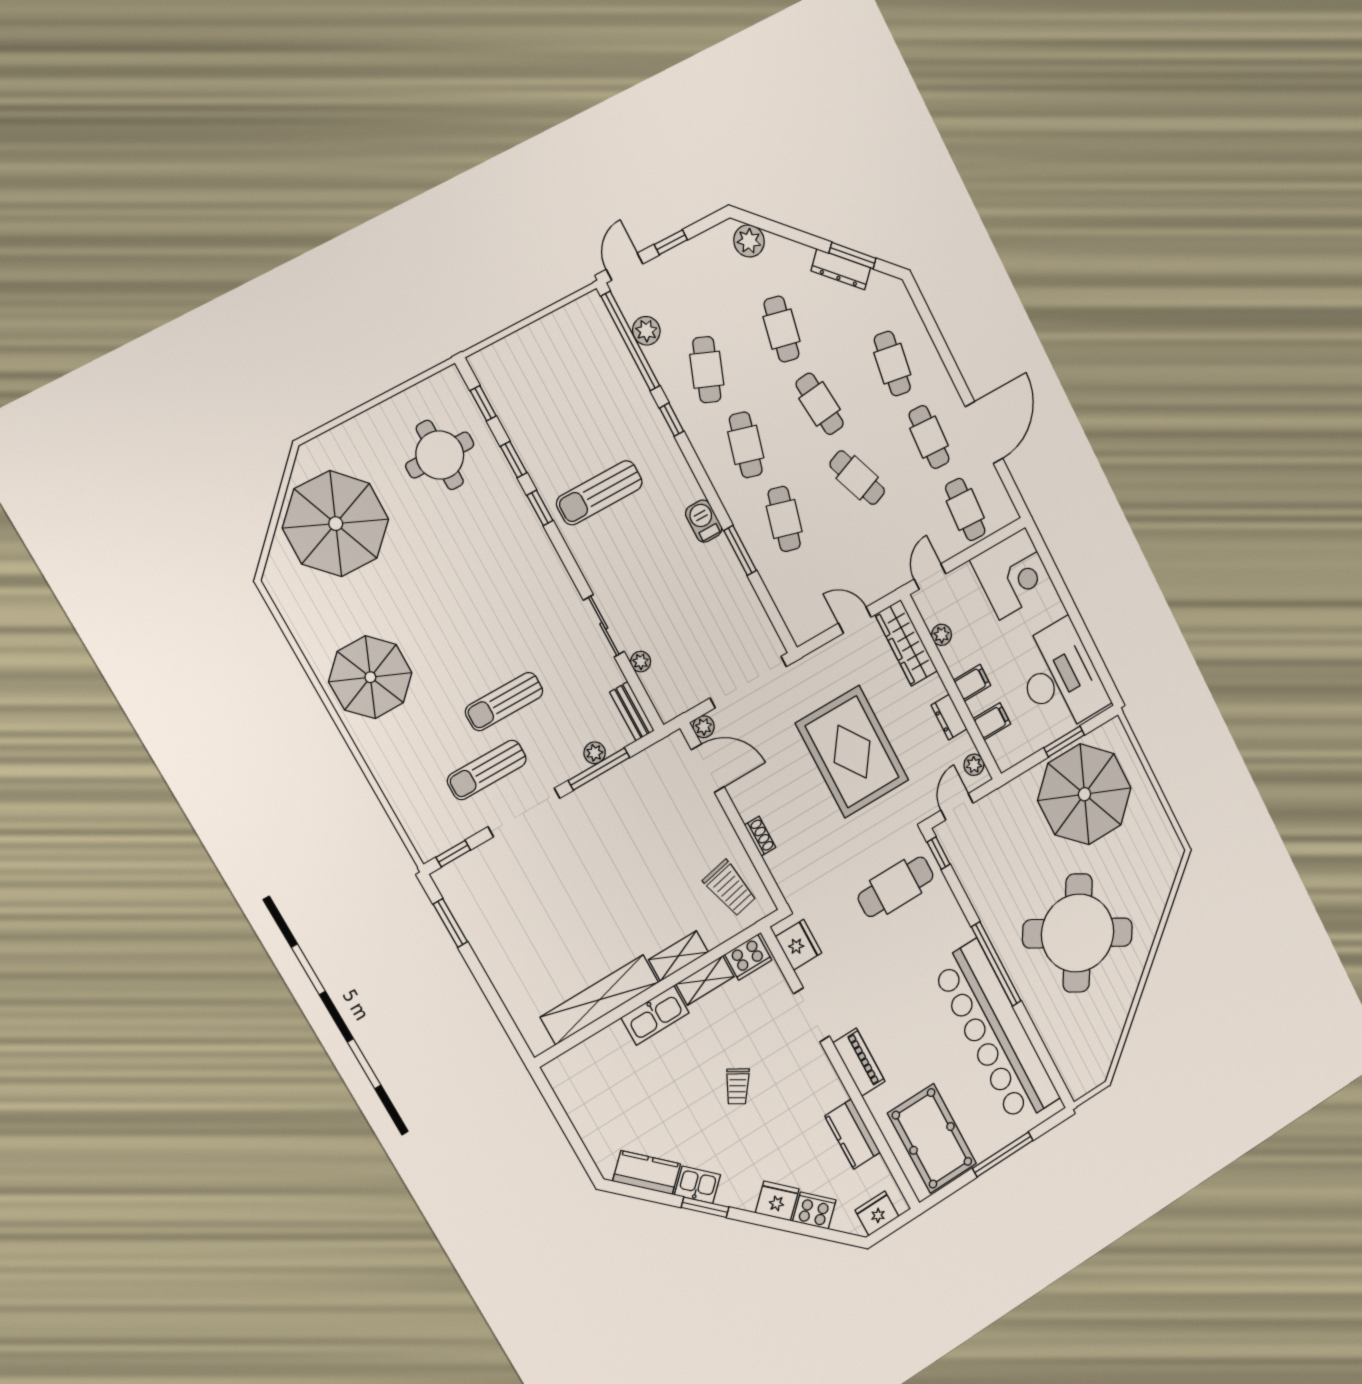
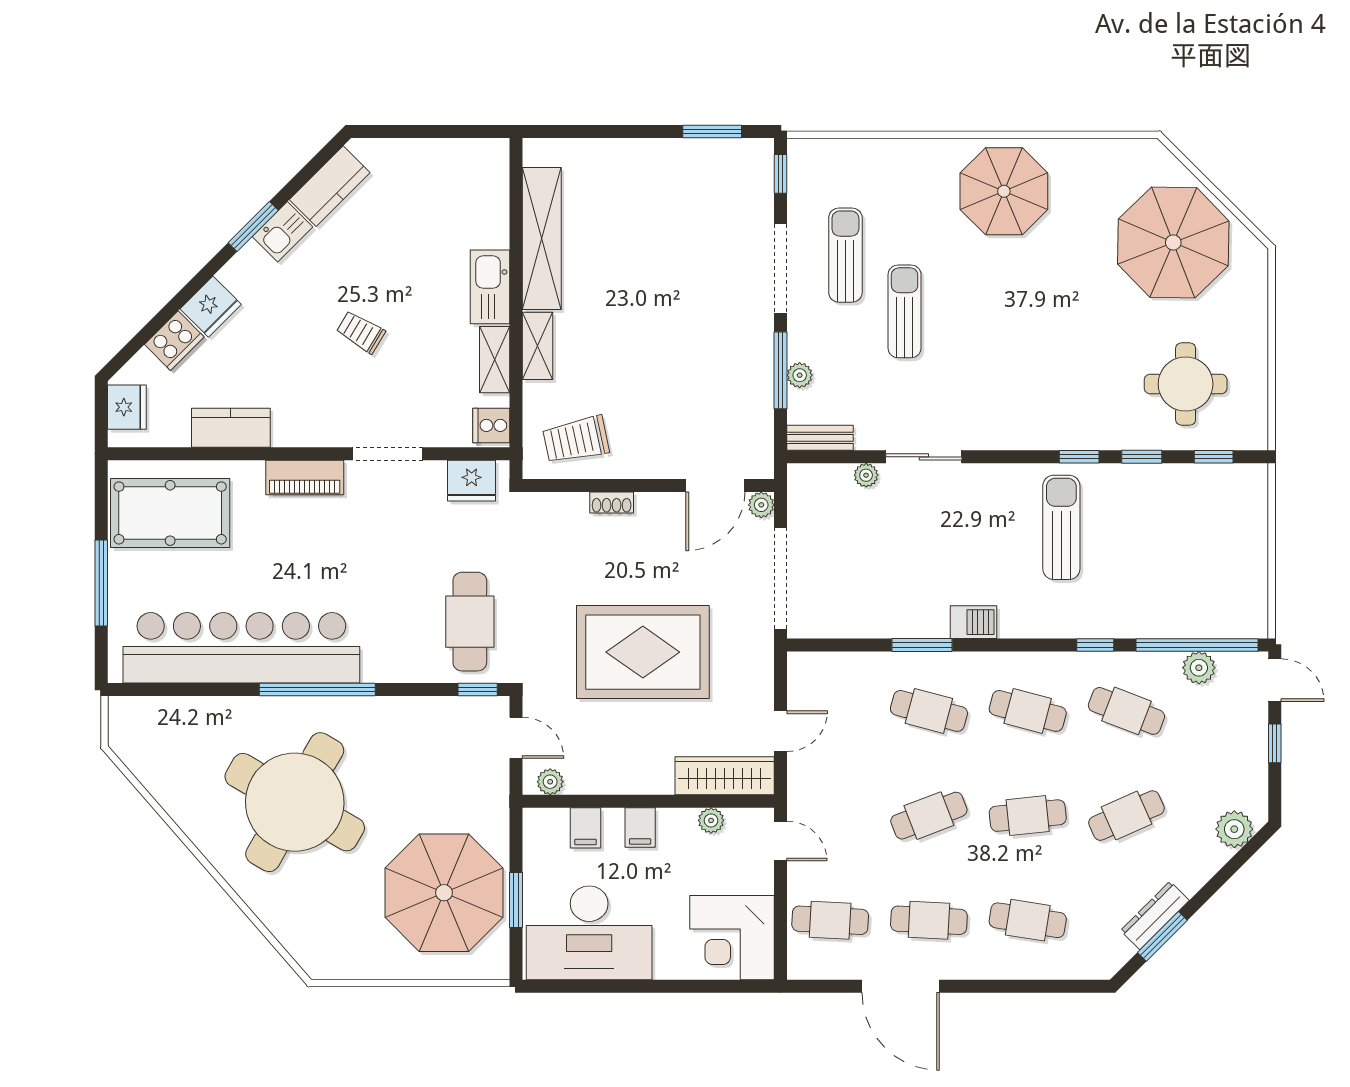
cafe table: (781, 329) -> (1126, 816), turned -36
dresser: (949, 717) -> (618, 781), removed
cooker: (748, 957) -> (491, 425), width x0.73

